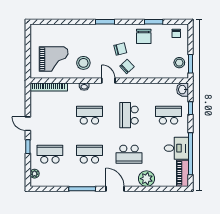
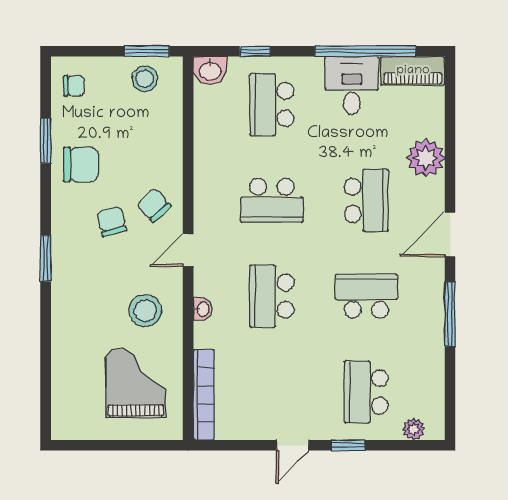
school desk: (89, 154) -> (366, 296), turned 90

